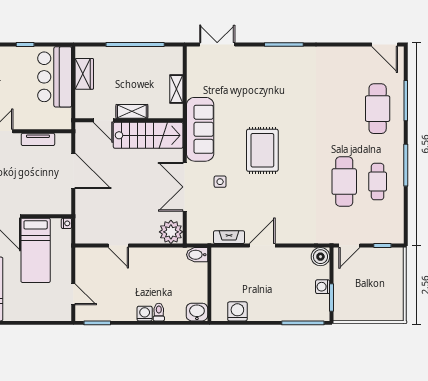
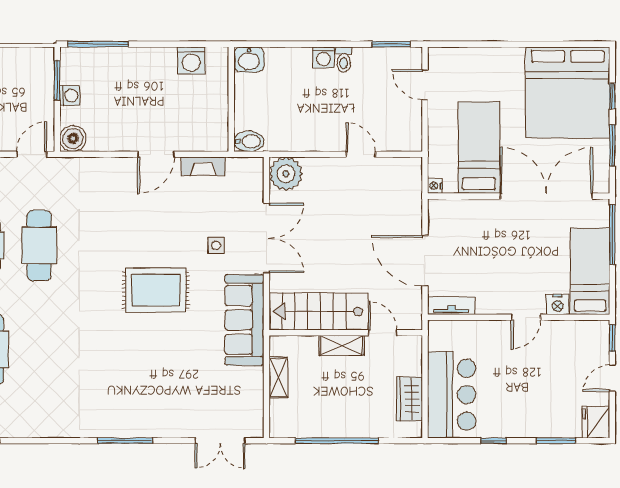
tv unit: (38, 139) -> (451, 306), moved
rug: (262, 150) -> (156, 290), turned 90
toilet: (159, 312) -> (344, 60), moved

